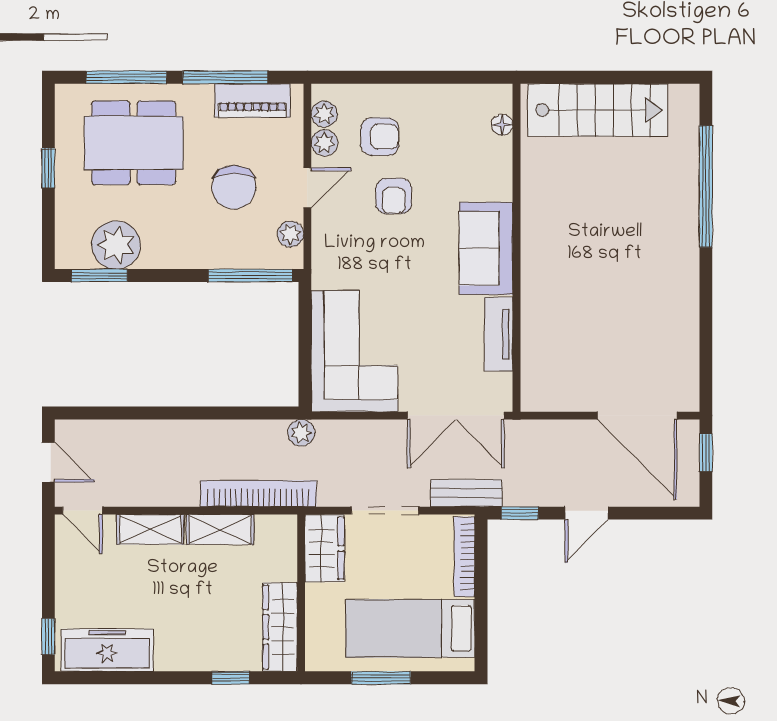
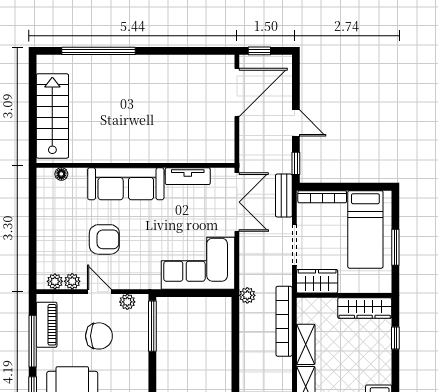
armchair: (380, 137) -> (68, 248), removed
armchair: (394, 196) -> (104, 239), width x1.38, depth x1.38
sofa: (486, 248) -> (126, 184), width x1.36

